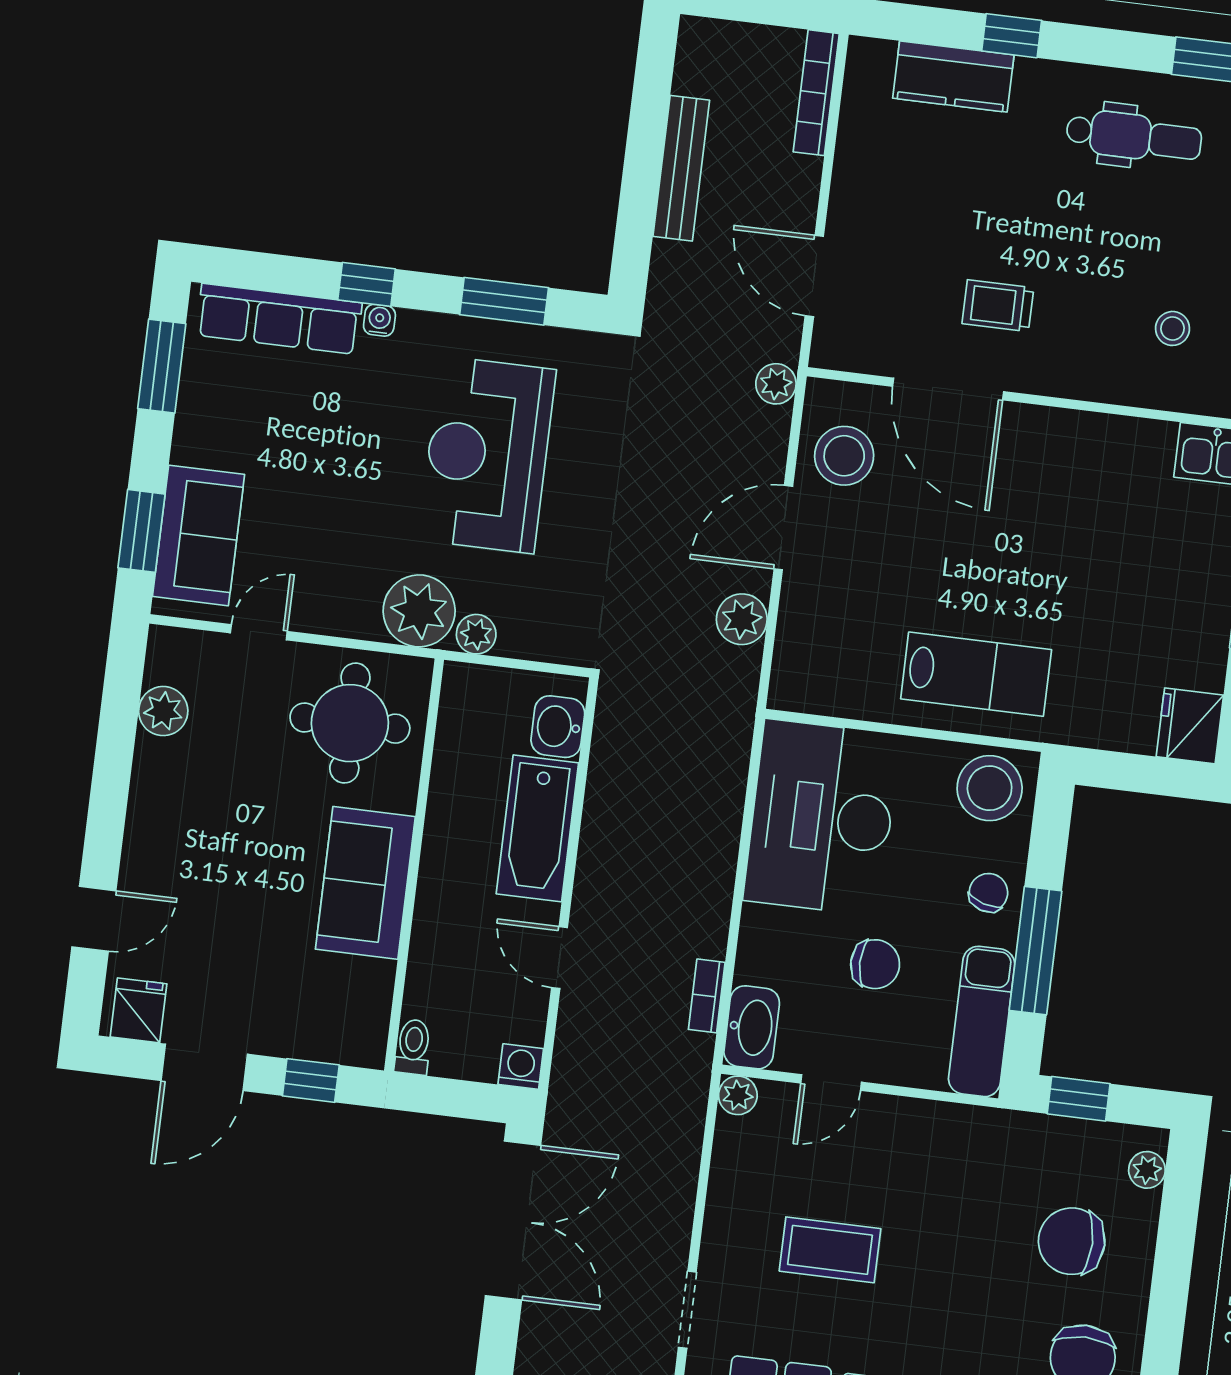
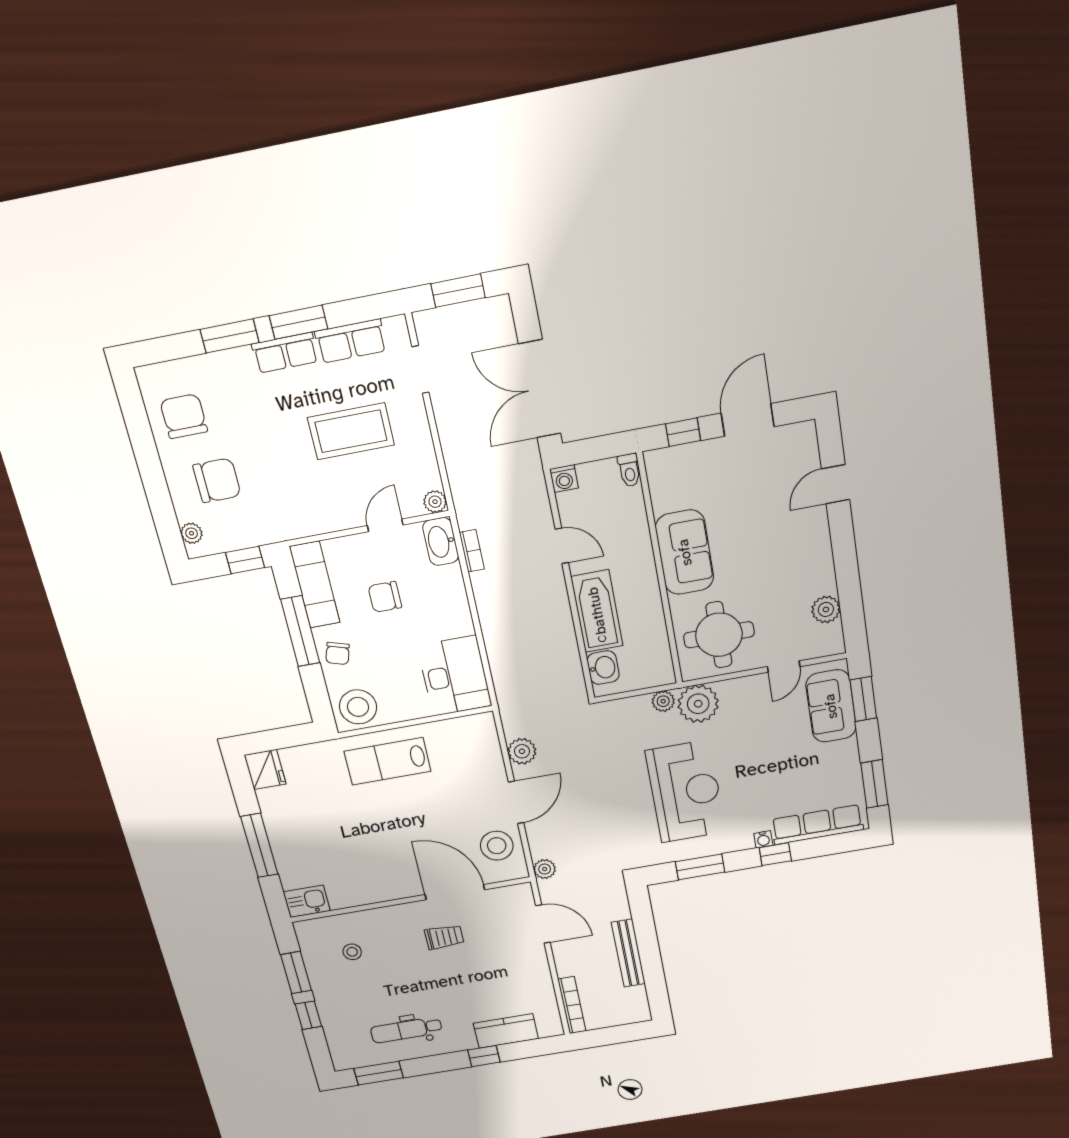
desk: (822, 818) -> (454, 676), width x0.73, depth x0.77
fridge: (139, 1010) -> (795, 441), removed
coffee table: (830, 1250) -> (351, 431), width x1.36, depth x1.32

